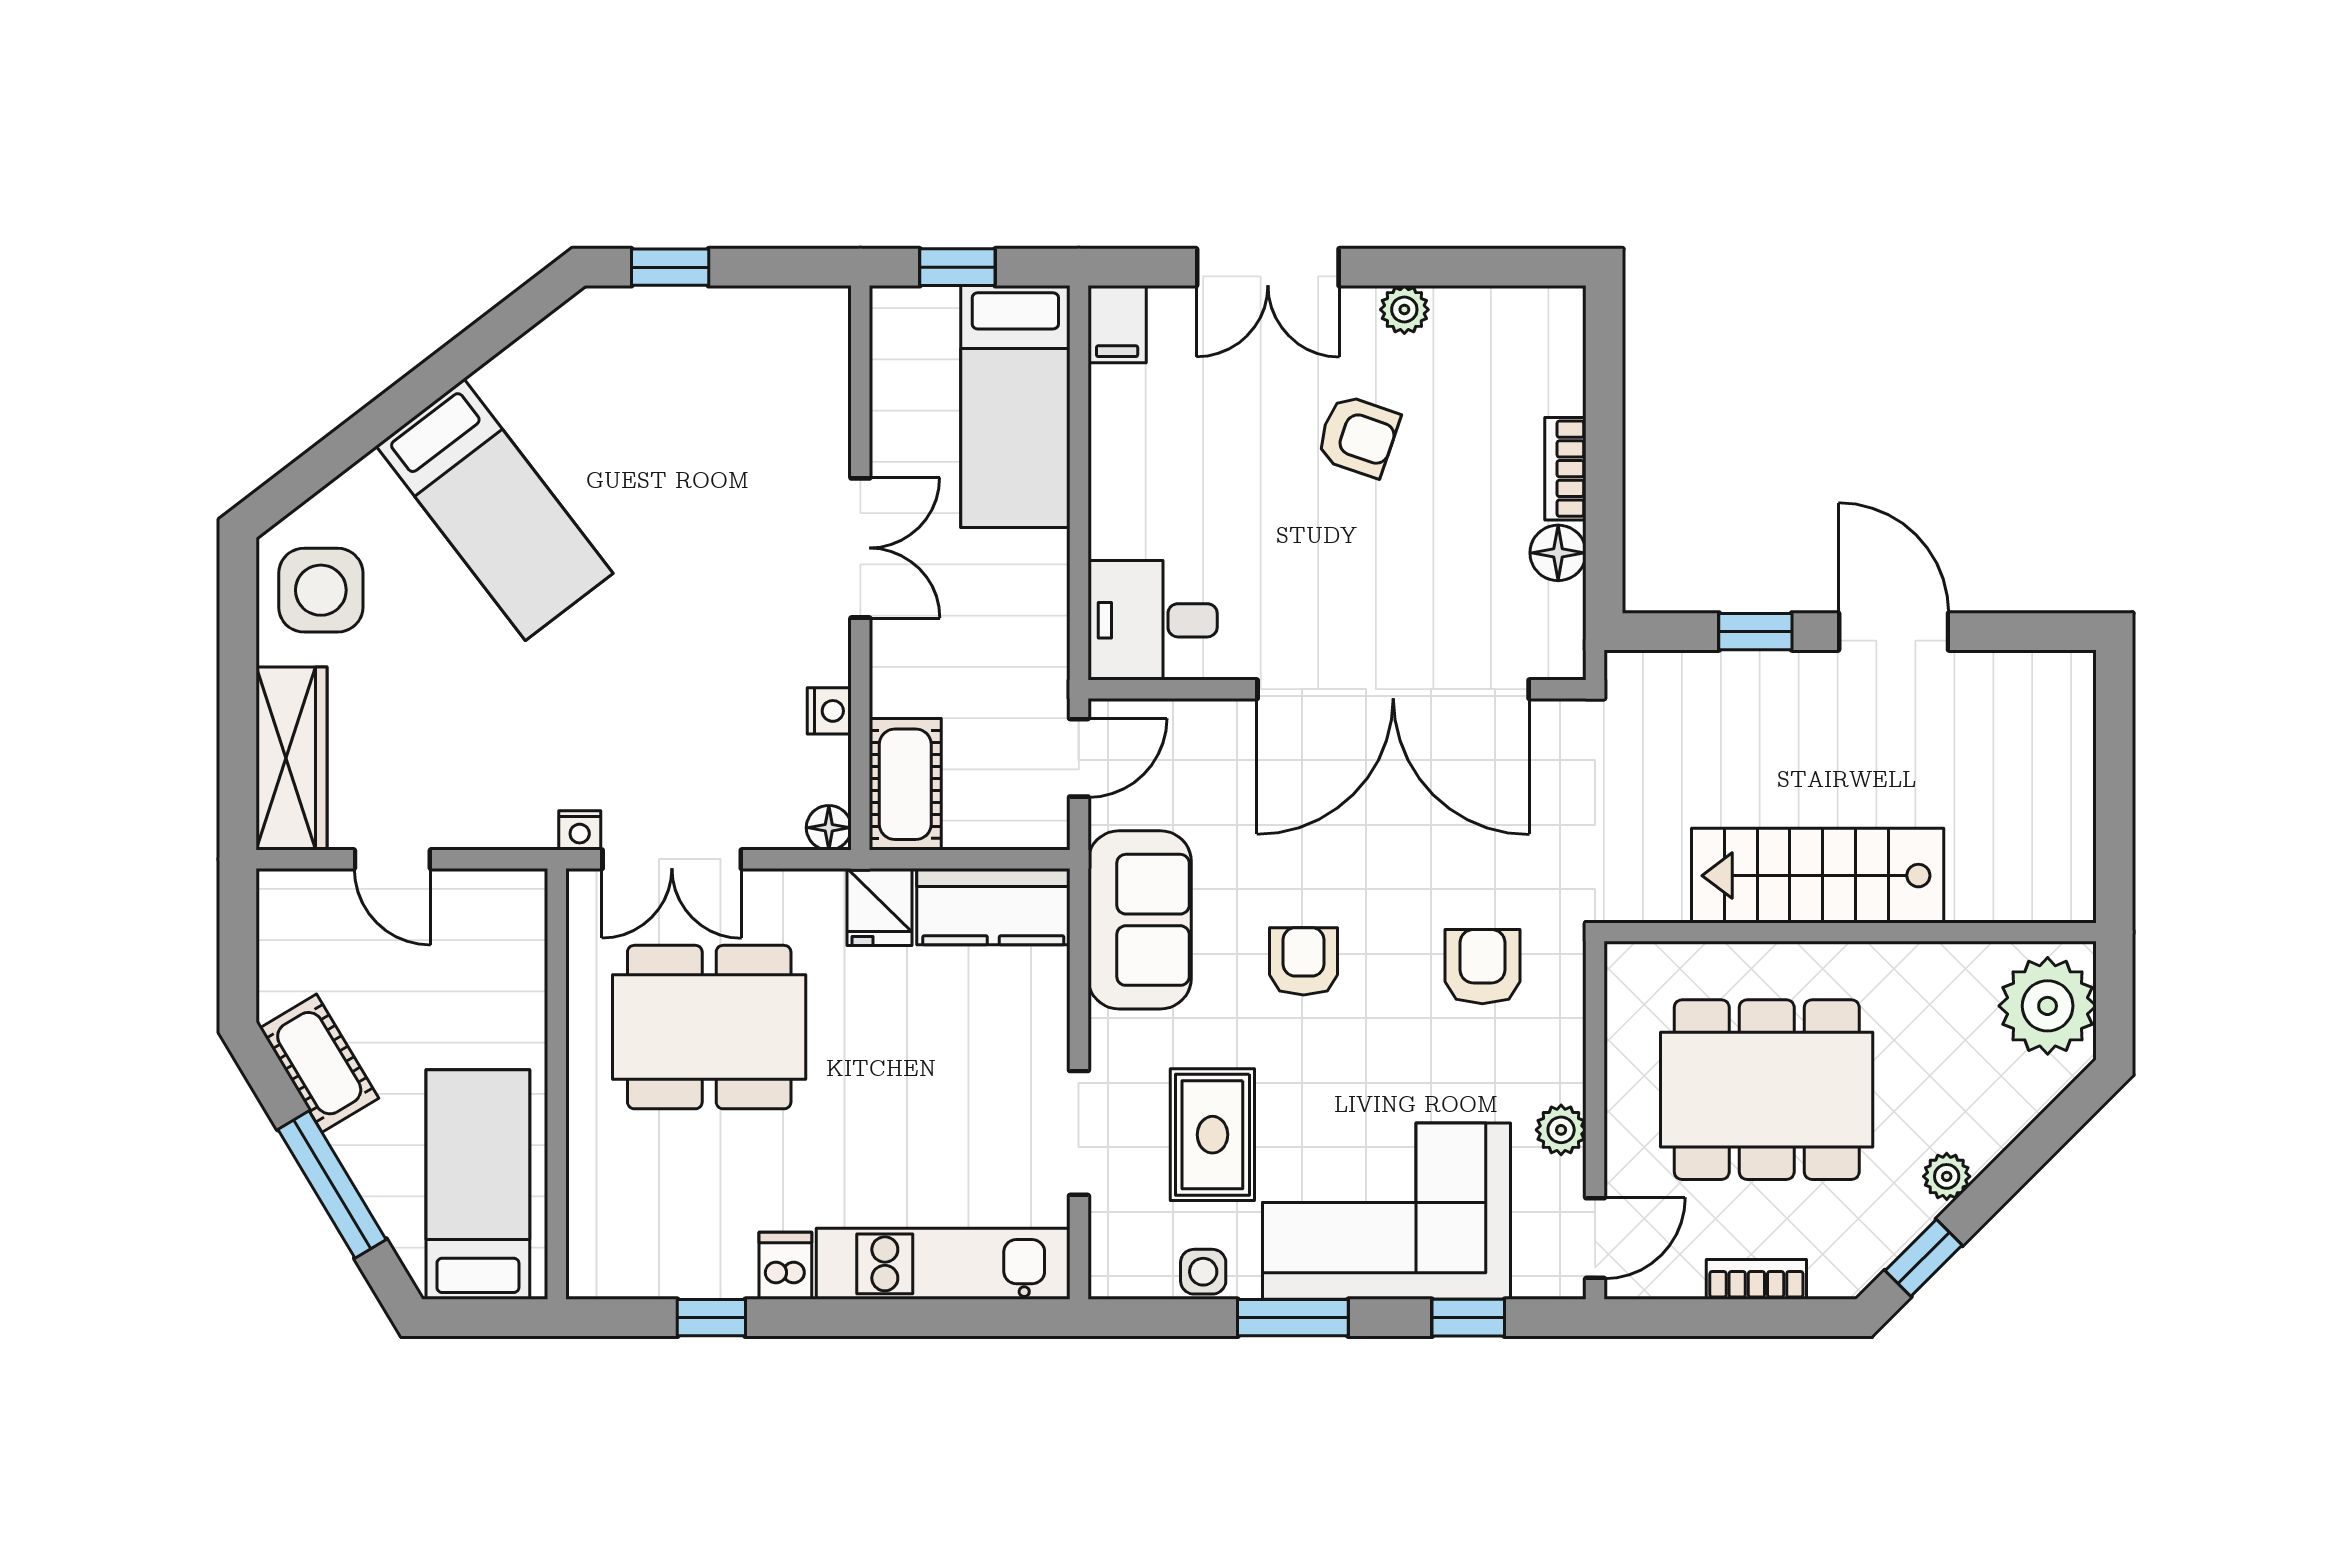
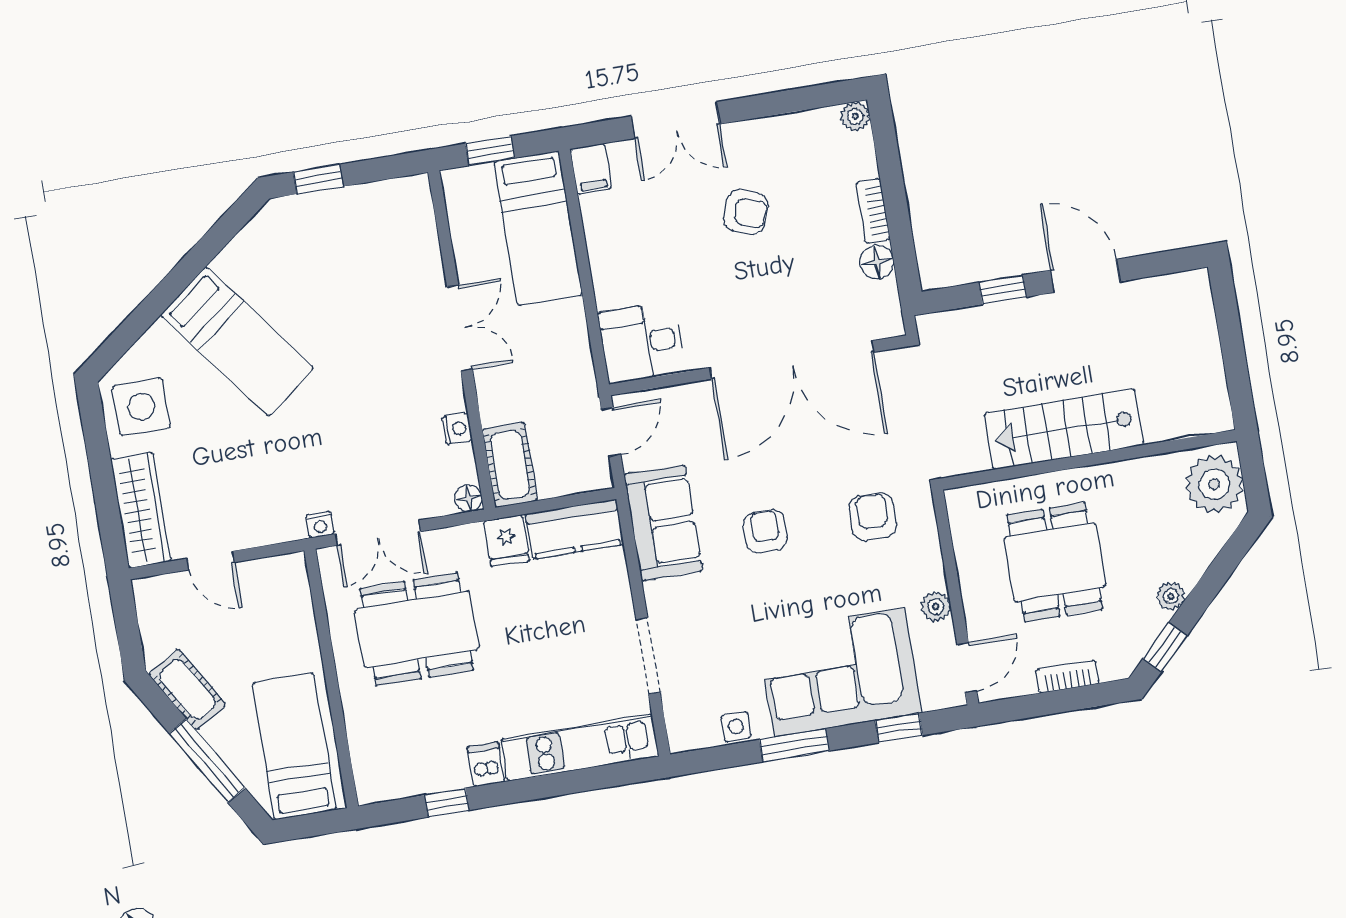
plant: (1404, 310) -> (855, 116), moved
dining table: (1767, 1090) -> (1055, 562), width x0.73
rug: (1212, 1135) -> (728, 644), removed

